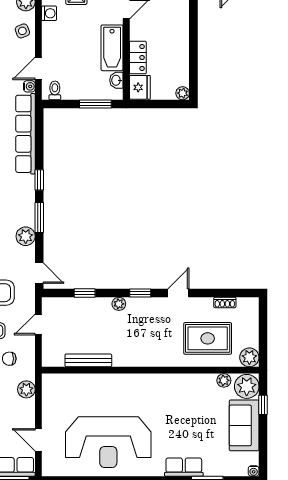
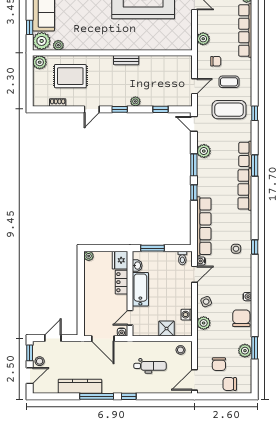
bench: (88, 360) -> (126, 60), moved, width x0.73

